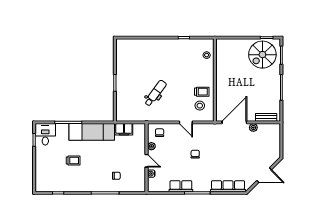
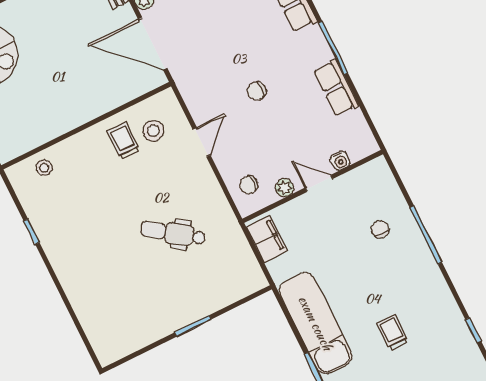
filing cabinet: (124, 129) -> (267, 239), moved
door: (147, 161) -> (319, 183), hinge flipped

